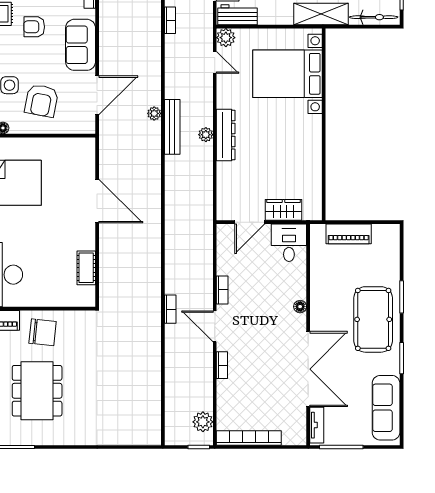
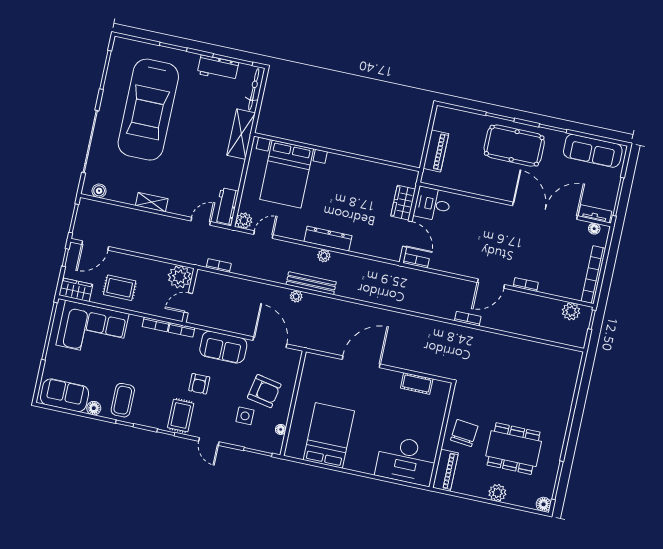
bookcase: (222, 290) -> (416, 261), moved
floor lamp: (300, 307) -> (594, 229), moved

